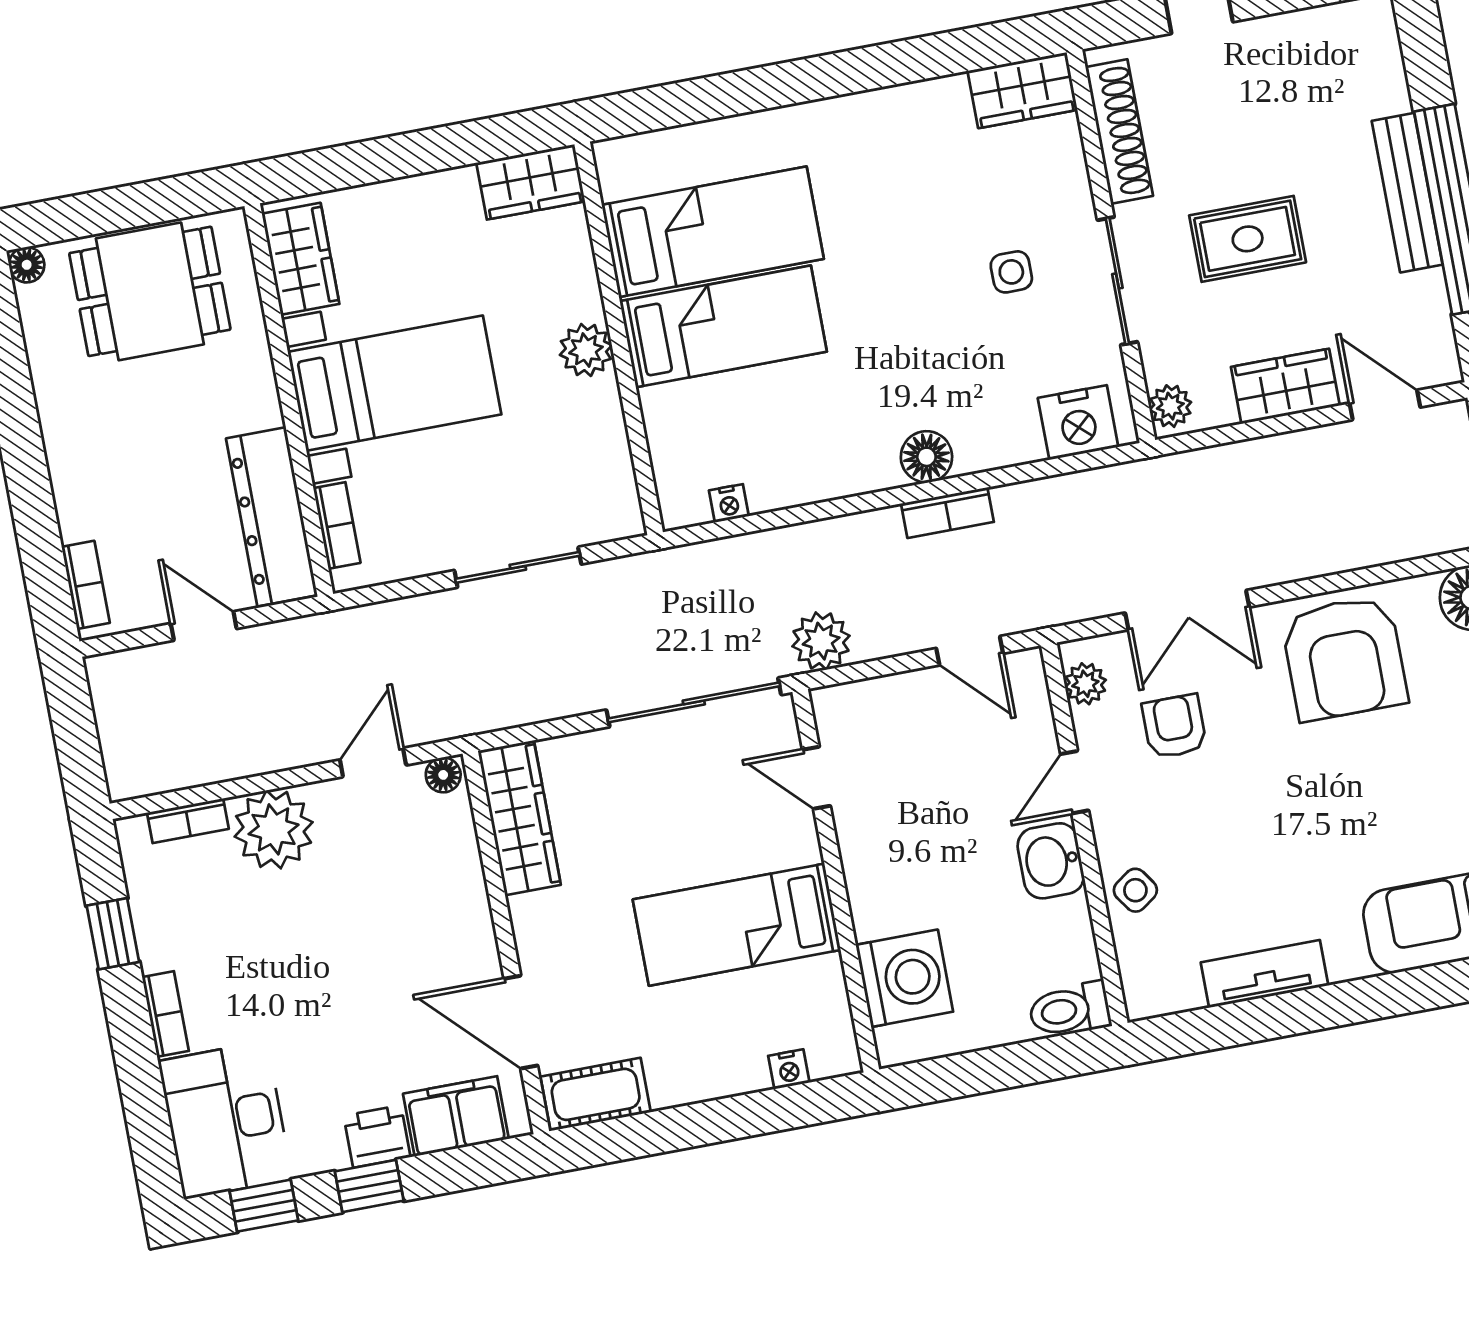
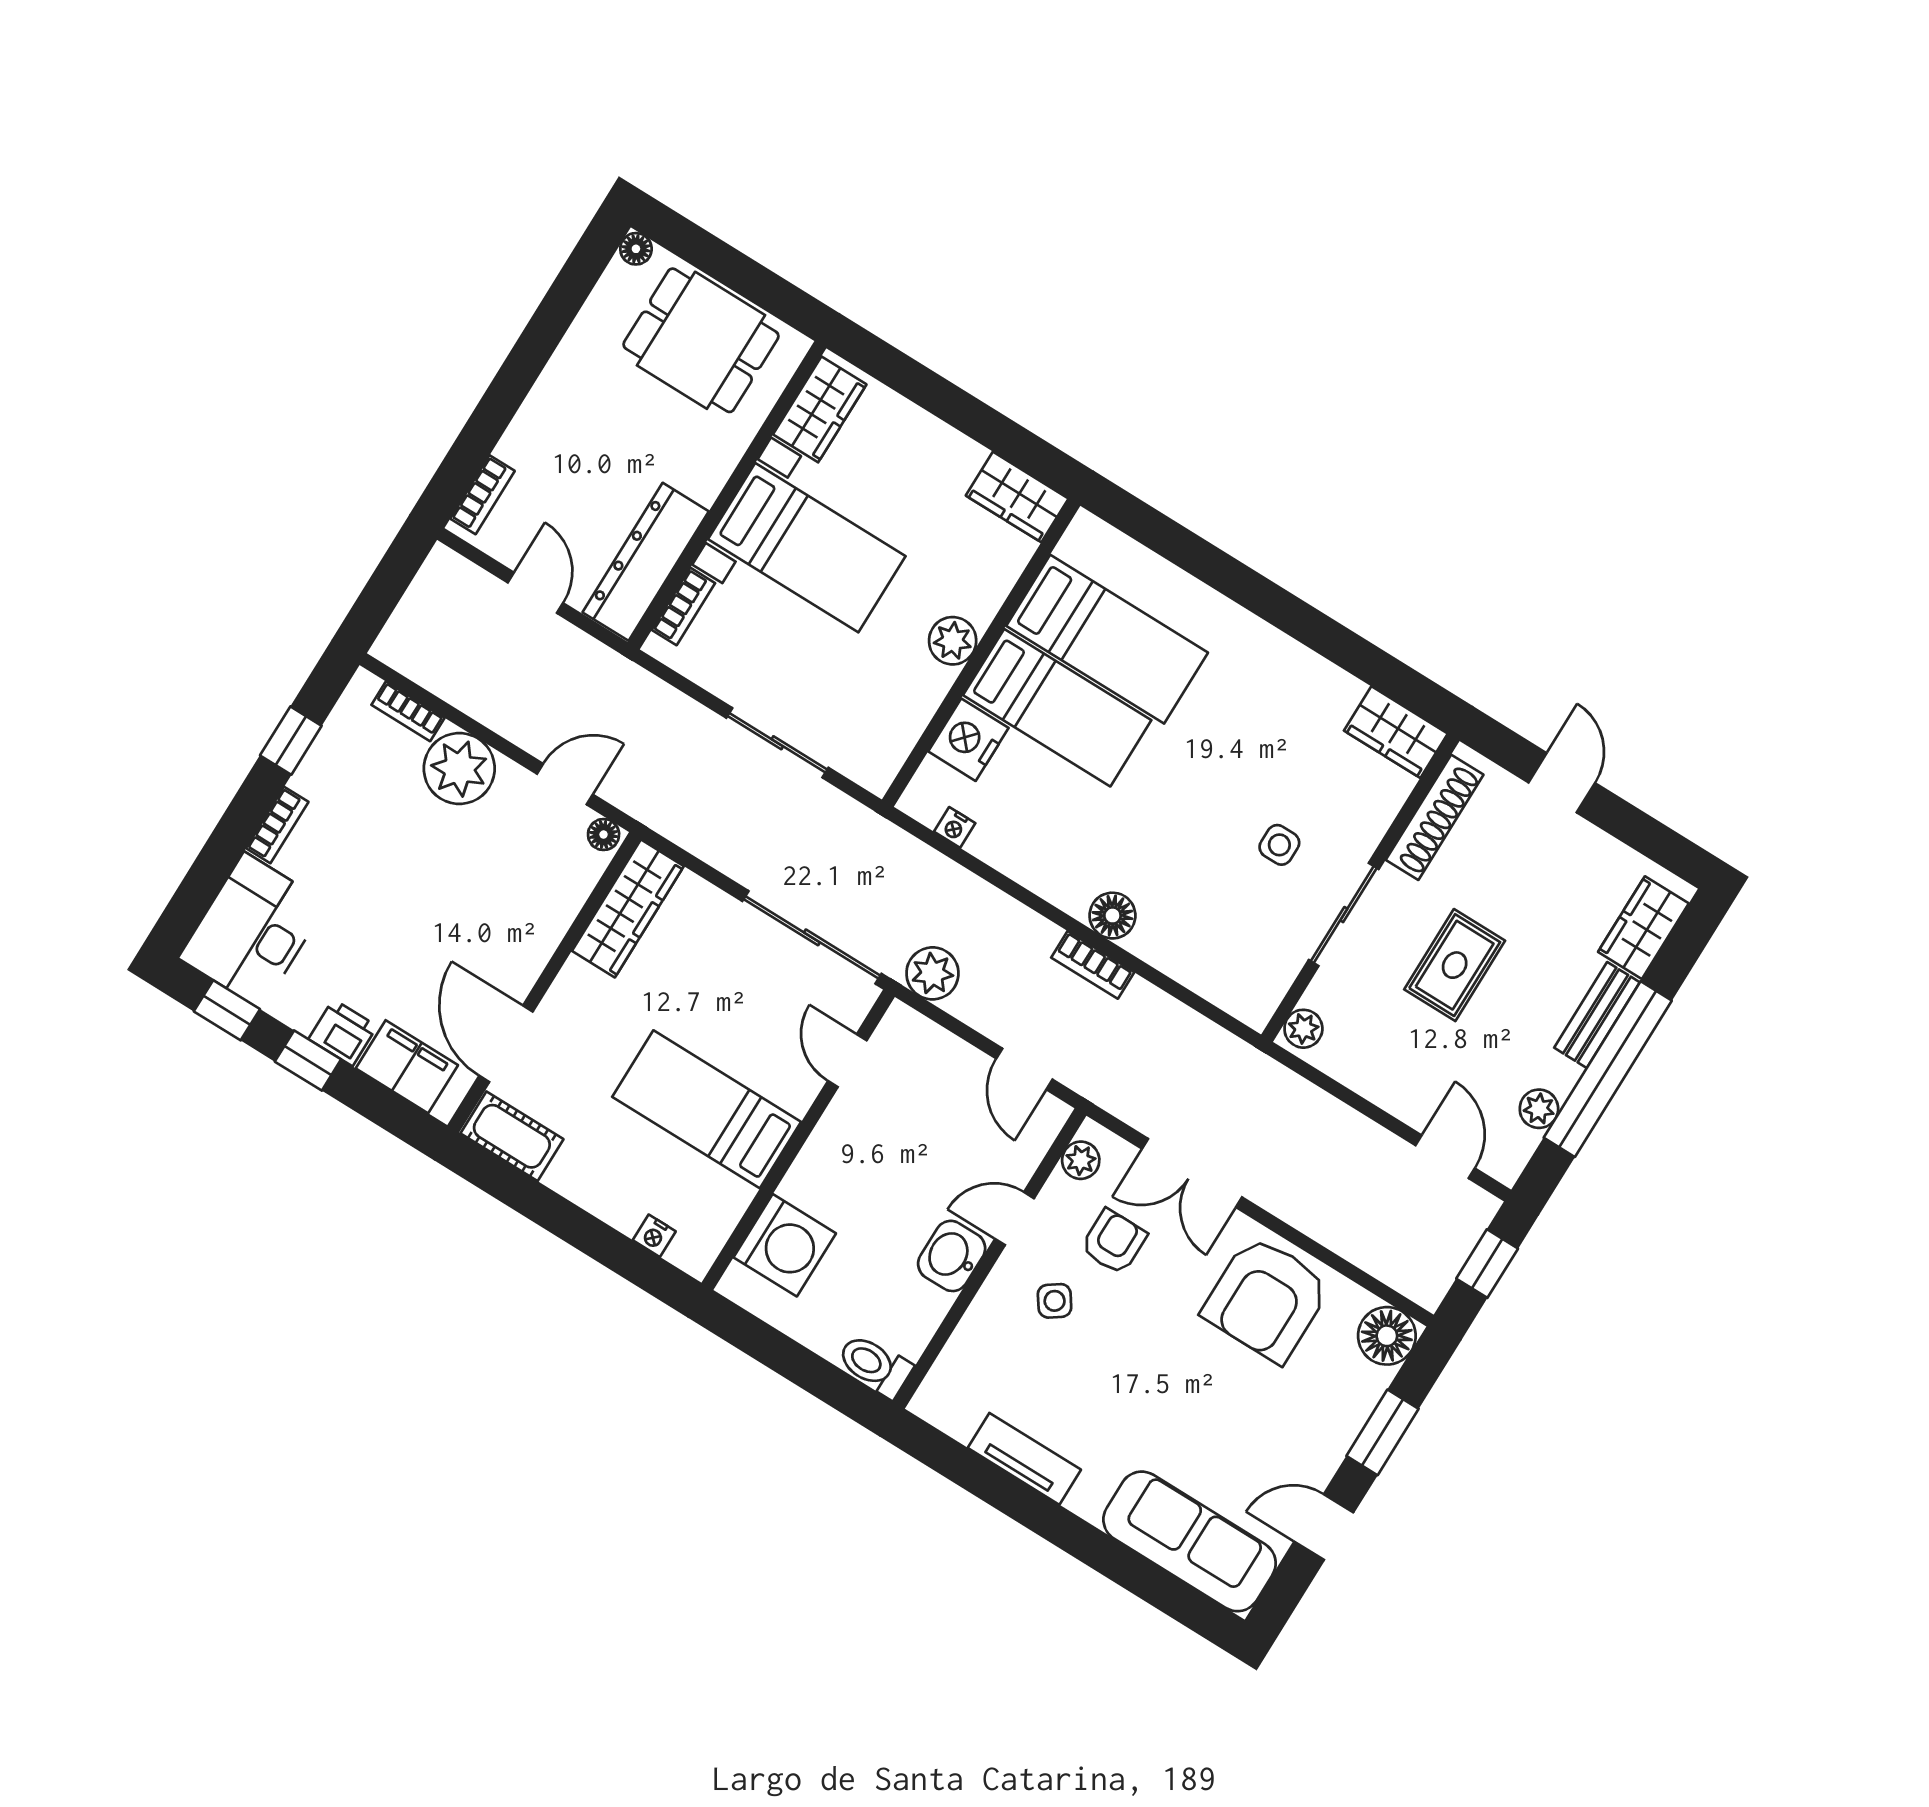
bench: (1407, 193) -> (1597, 1015), width x0.73
rug: (1248, 239) -> (1455, 965), turned 90
plant: (1426, 294) -> (1539, 1109), added
wardrobe: (1285, 386) -> (1643, 928), moved, turned -90
nightstand: (1078, 422) -> (968, 740), moved, turned 90
side table: (1135, 890) -> (1055, 1301), moved

